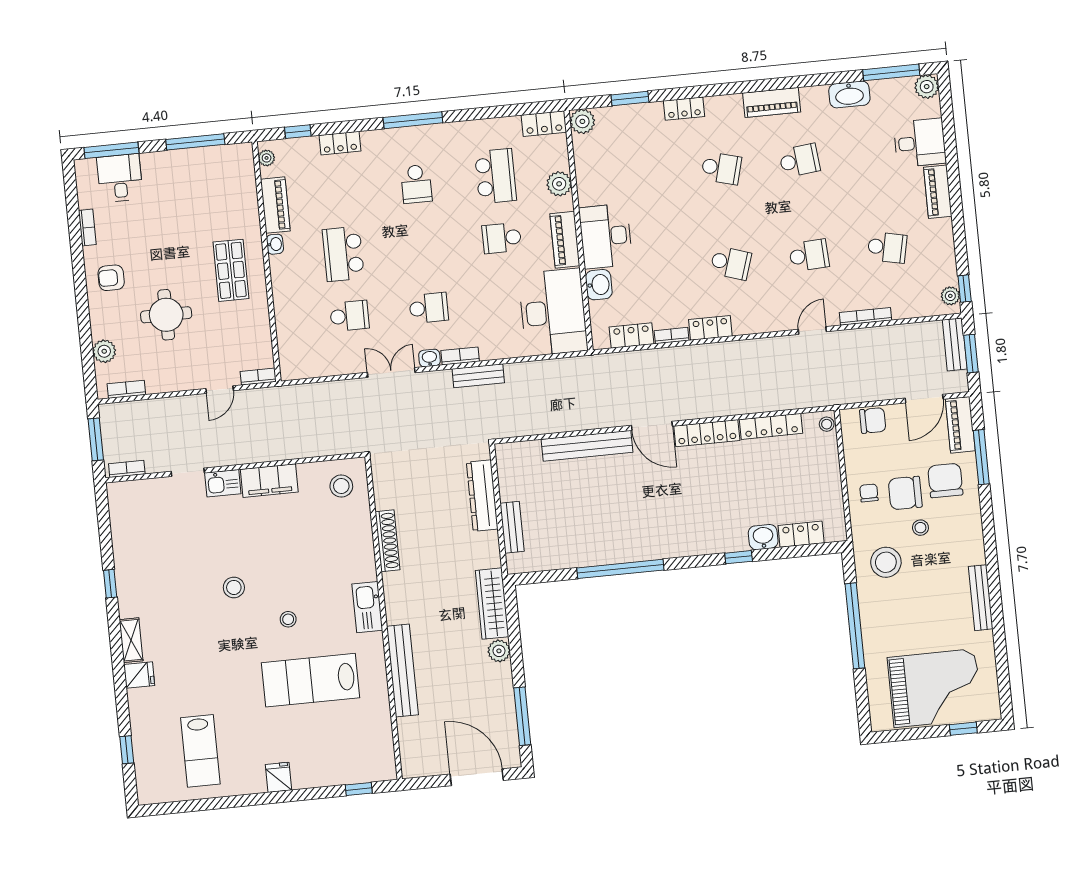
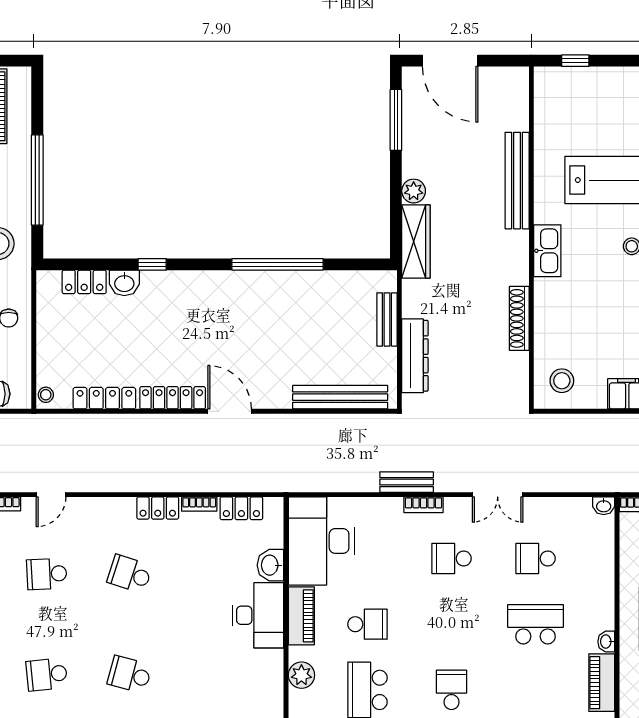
school desk: (343, 254) -> (535, 624), turned -90
washbasin: (430, 358) -> (604, 506), moved
bench: (587, 446) -> (340, 397), moved

